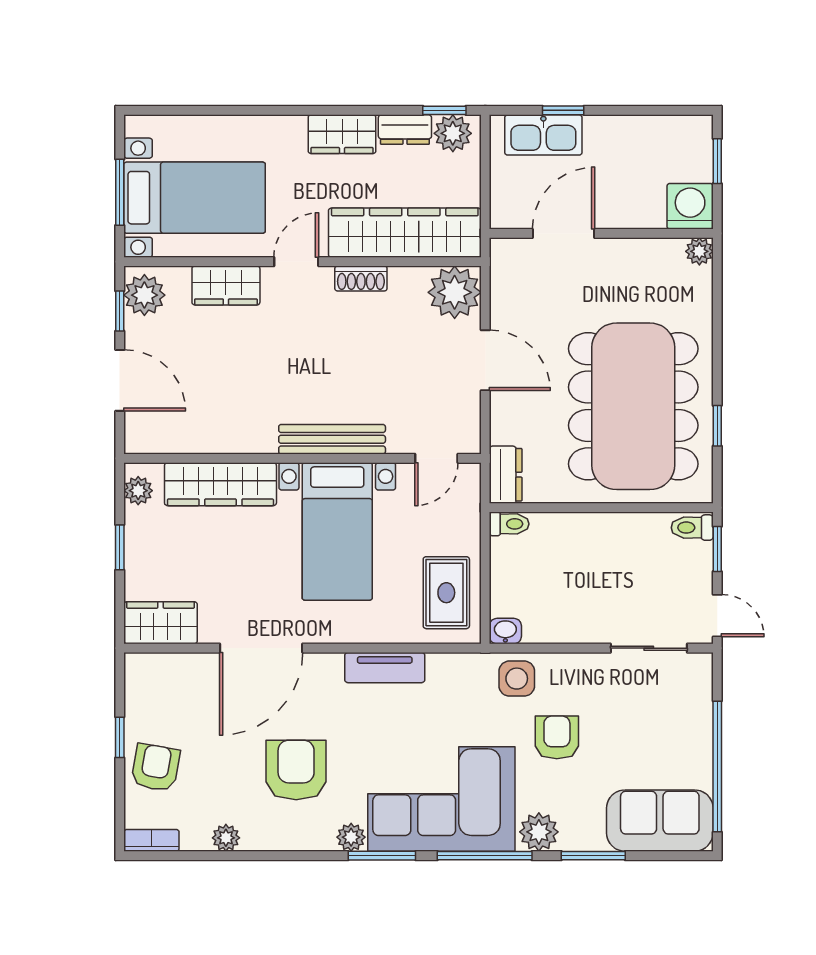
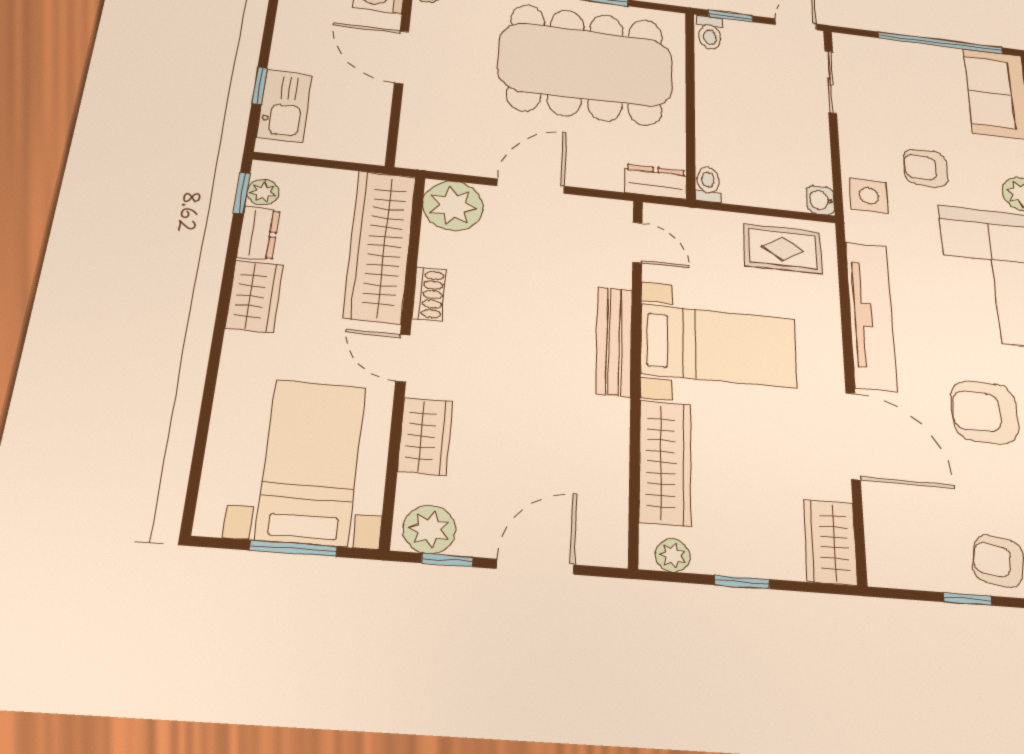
plant: (453, 133) -> (263, 192), width x0.73, depth x0.73
door: (564, 233) -> (402, 57), moved
tv unit: (385, 668) -> (871, 315), width x1.92, depth x1.29

